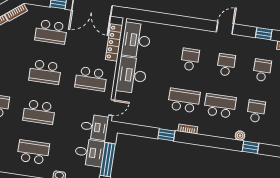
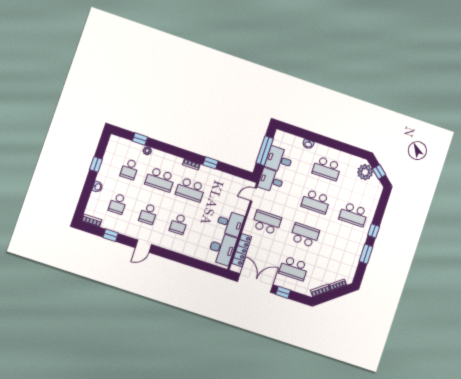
school desk: (51, 32) -> (294, 268), turned 180
desk: (132, 75) -> (230, 223), width x0.73
school desk: (39, 112) -> (316, 202), turned 180

